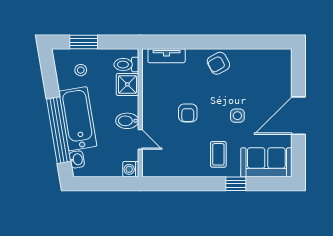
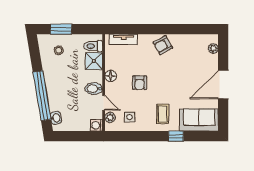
plant: (285, 68) -> (213, 49), added
floor lamp: (150, 104) -> (111, 76), added
side table: (237, 116) -> (130, 117), moved
bathtub: (78, 119) -> (56, 87), removed
plant: (149, 159) -> (110, 117), added

